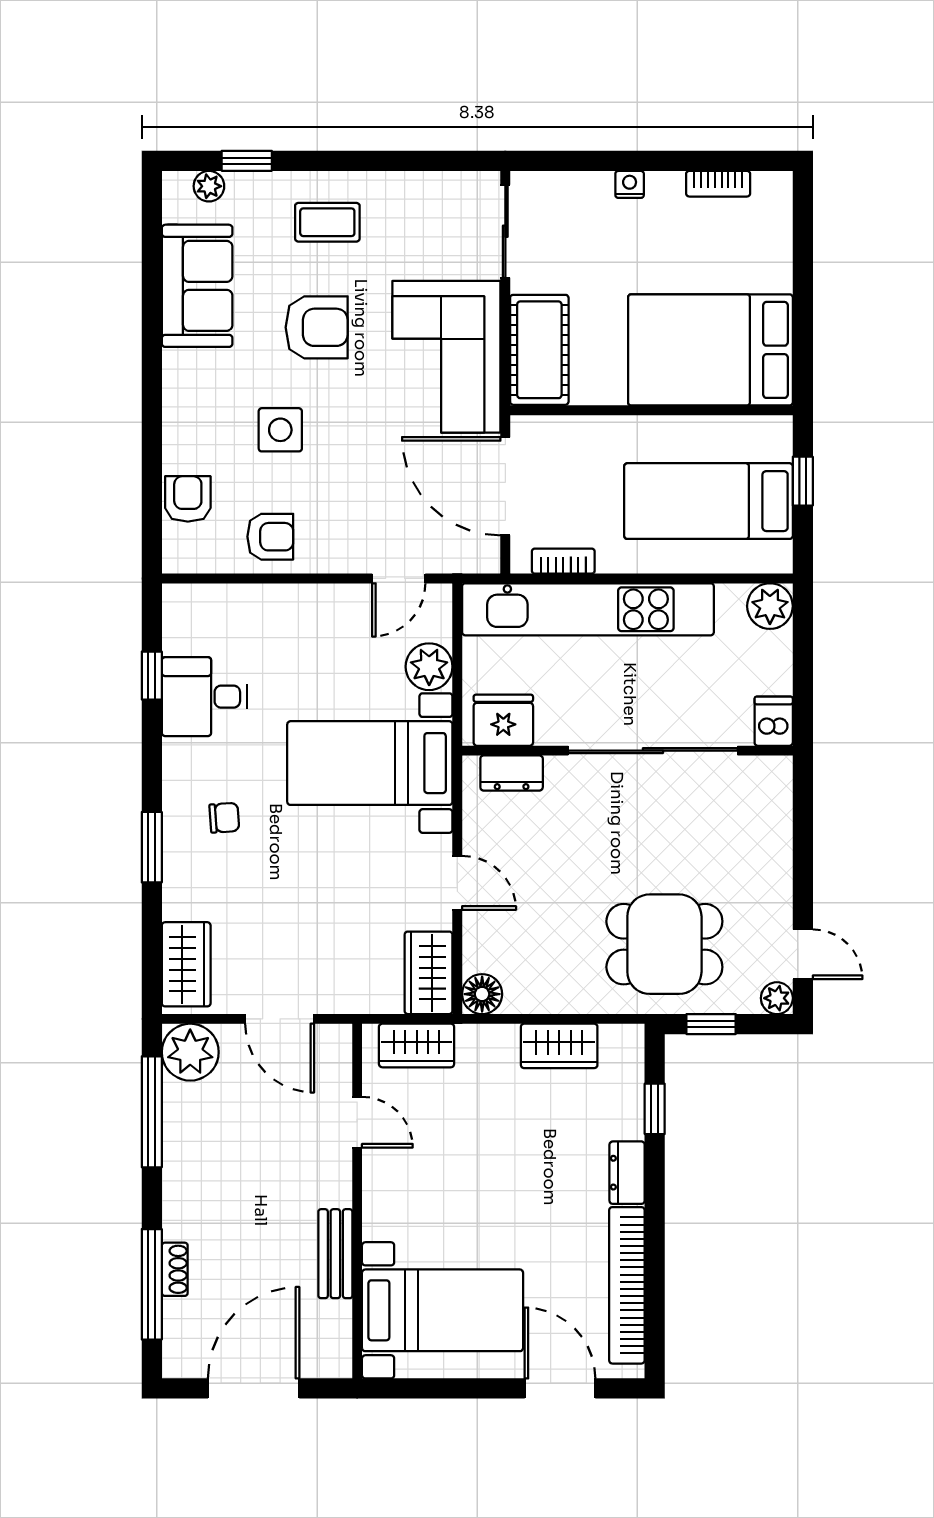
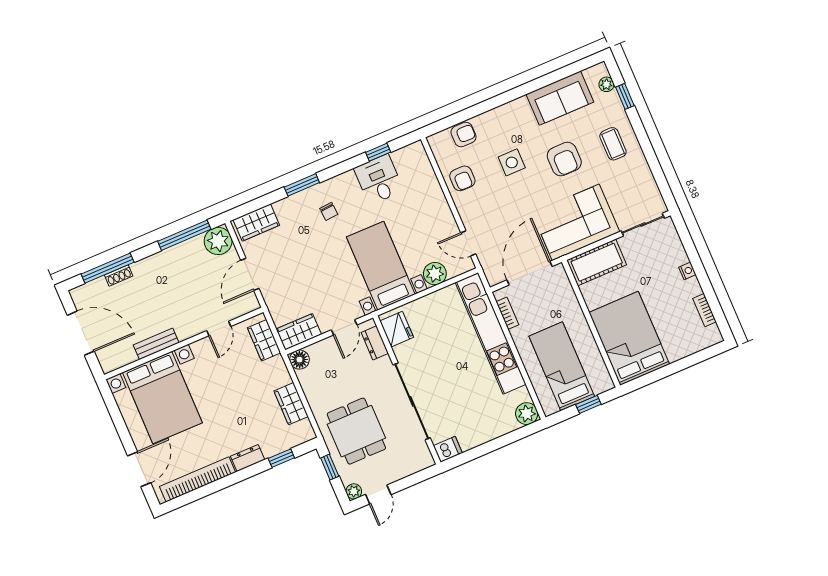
fridge: (503, 720) -> (397, 329), moved
dishwasher: (774, 721) -> (448, 449), moved
wall: (627, 751) -> (407, 390), moved
sliding door: (653, 751) -> (412, 401), moved
dresser: (512, 773) -> (375, 343), moved
bed with nightstands: (443, 1310) -> (162, 398), width x1.36

